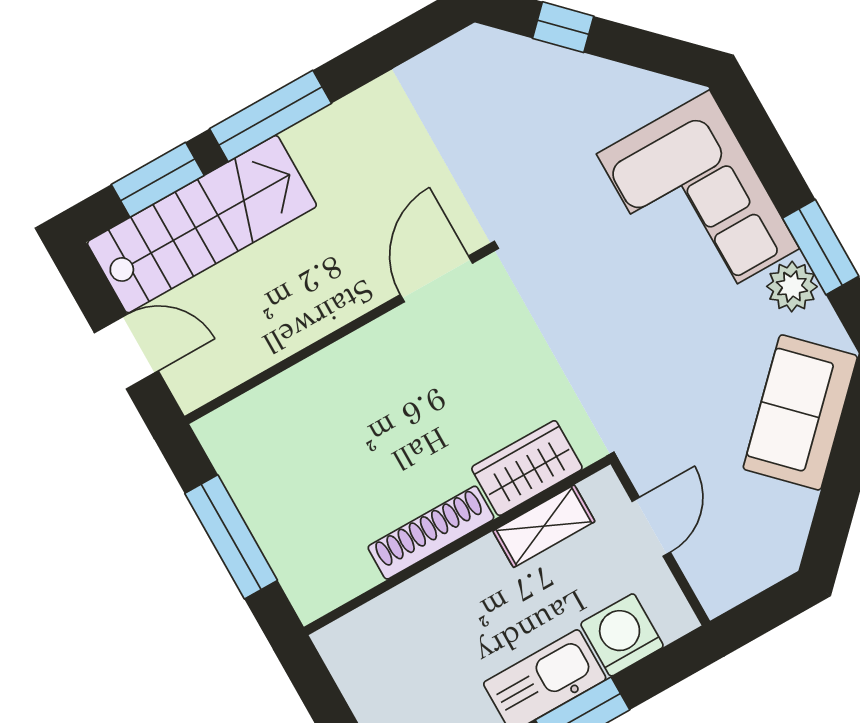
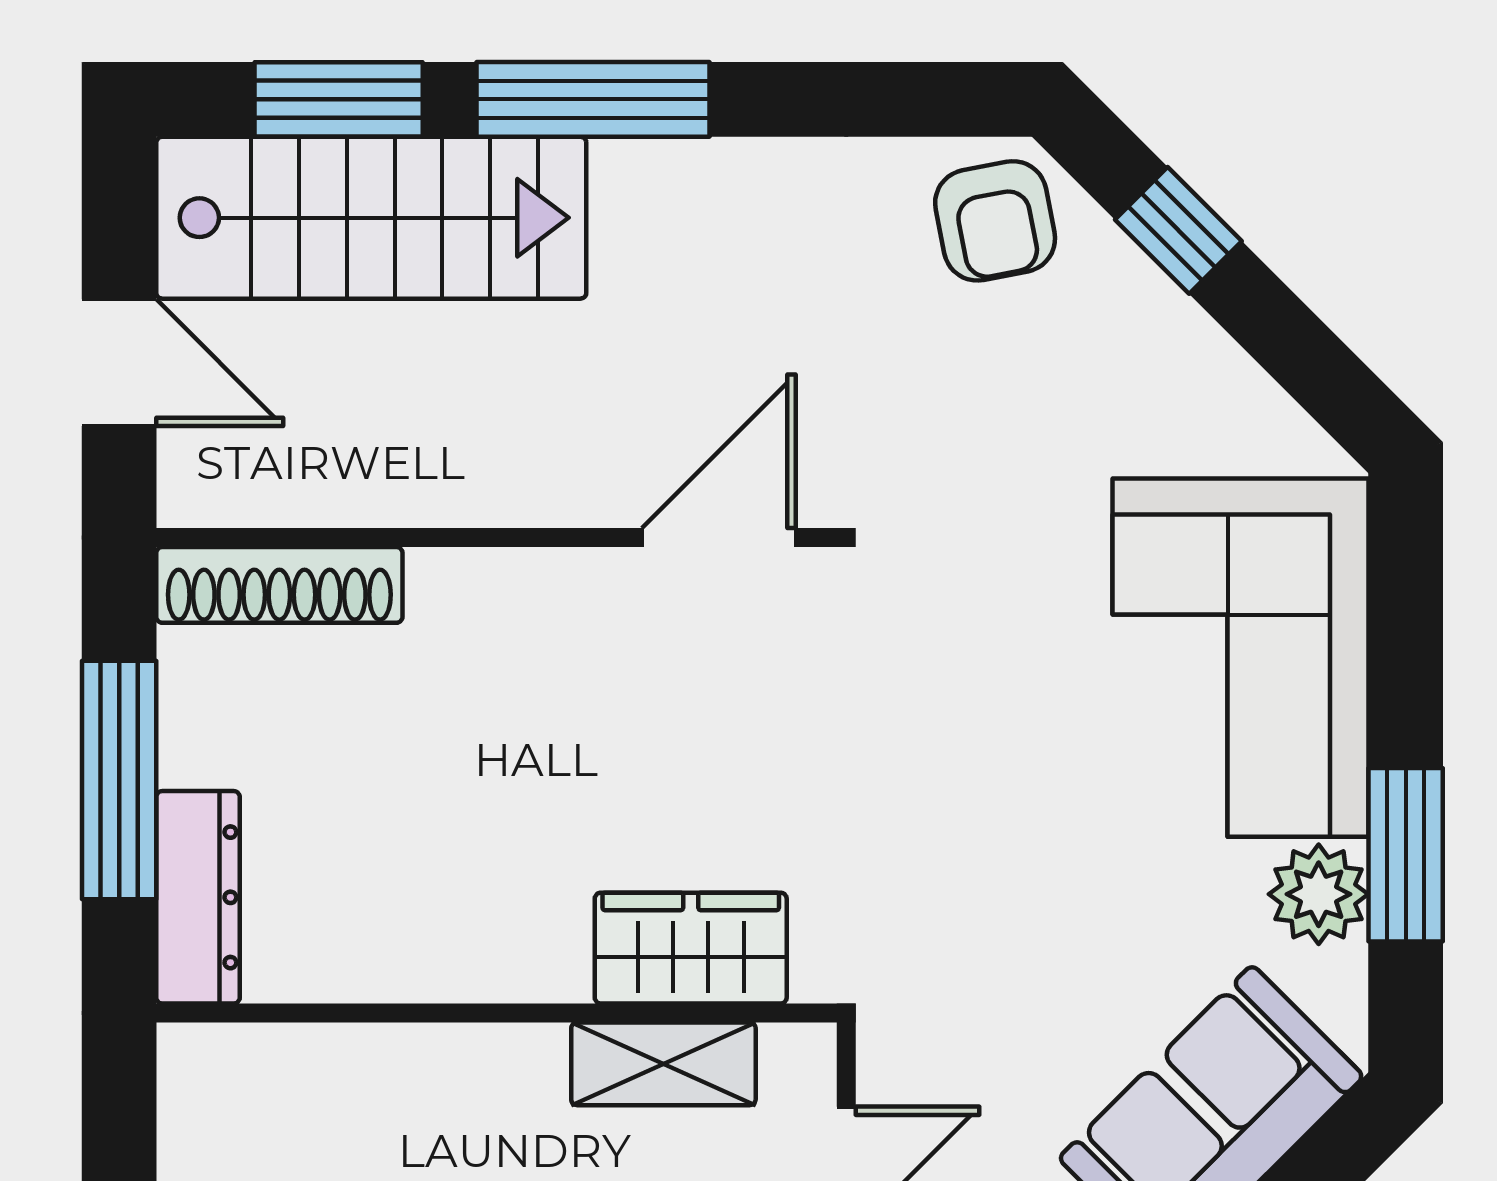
armchair: (479, 69) -> (995, 221), added
shoe rack: (431, 533) -> (279, 585), moved, turned 180
dresser: (296, 569) -> (198, 897), added

